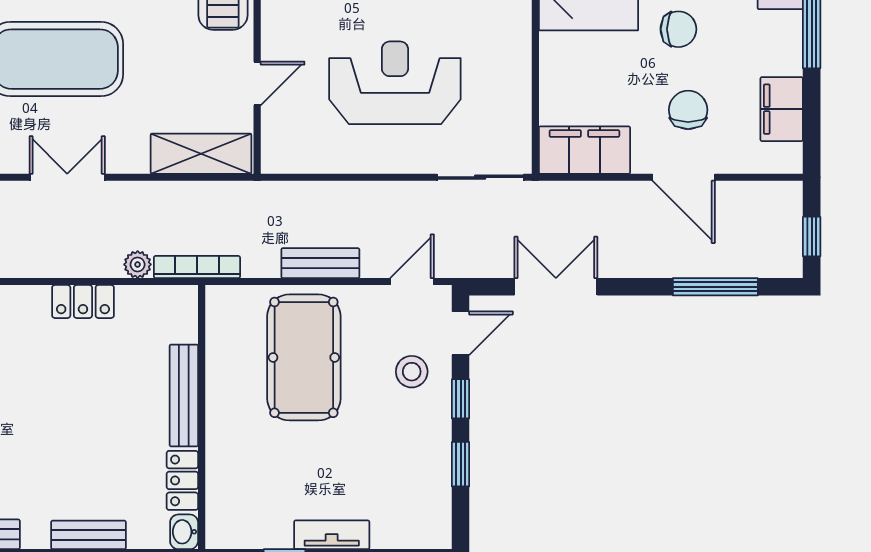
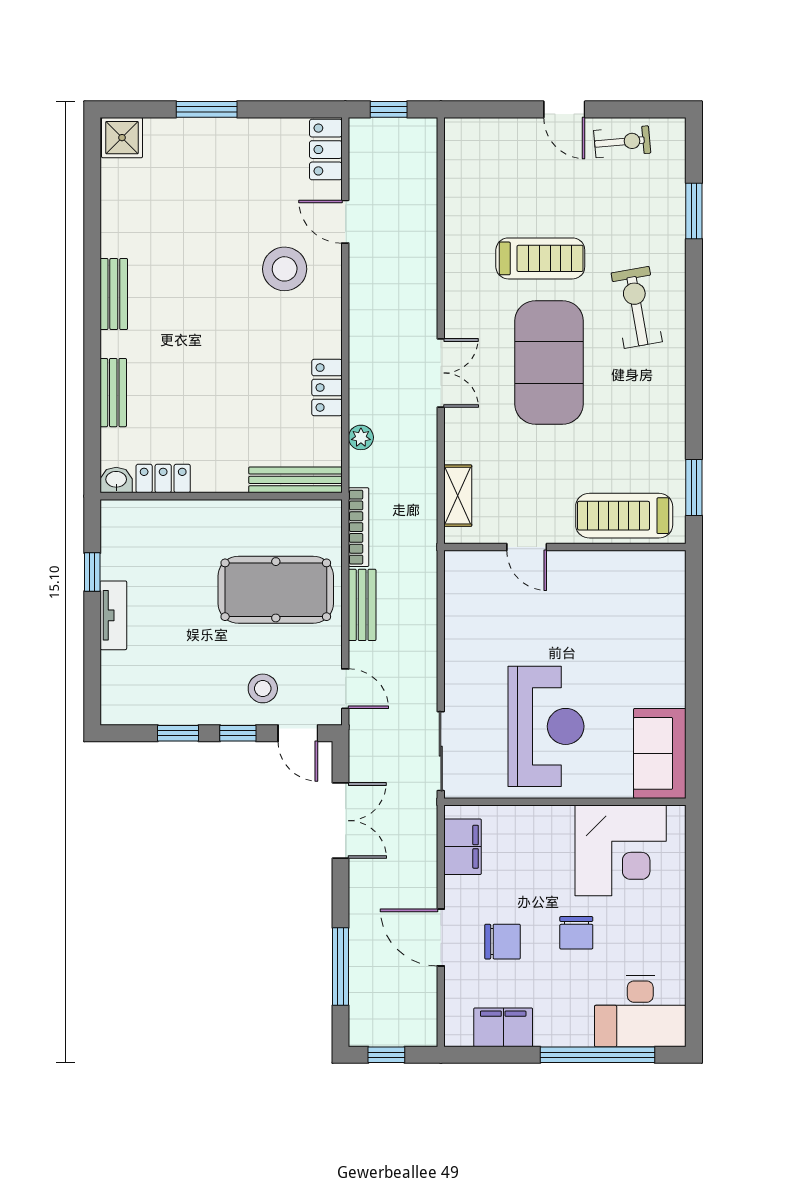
reception desk: (395, 83) -> (546, 726), moved
filing cabinet: (584, 150) -> (463, 847), width x0.67, depth x0.86
shelving: (201, 154) -> (458, 496), width x0.67, depth x0.75
door: (684, 177) -> (441, 938), hinge flipped
bookcase: (197, 267) -> (359, 527), moved
bench: (184, 395) -> (295, 480), moved

